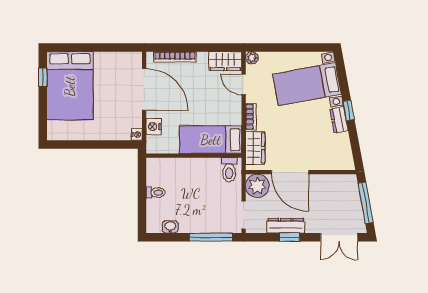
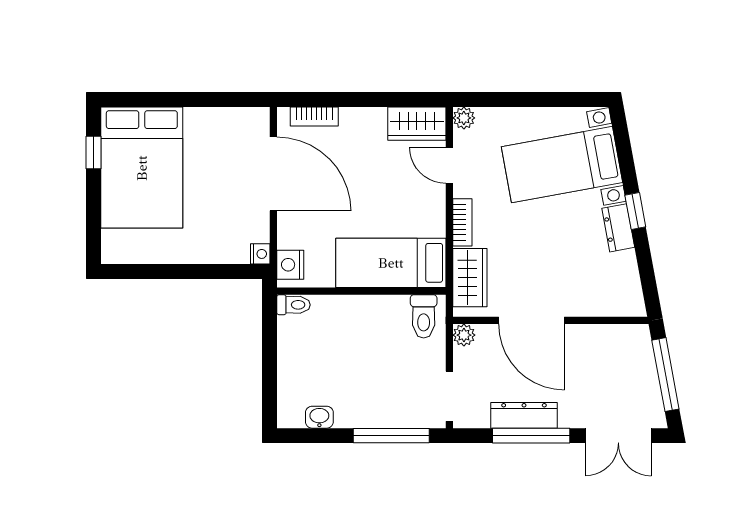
bookcase: (175, 57) -> (314, 116), width x0.64
nightstand: (154, 127) -> (290, 265), moved
plant: (257, 186) -> (464, 335), width x0.53, depth x0.53
toilet: (156, 193) -> (293, 305), moved
window: (290, 237) -> (531, 436), width x2.17

